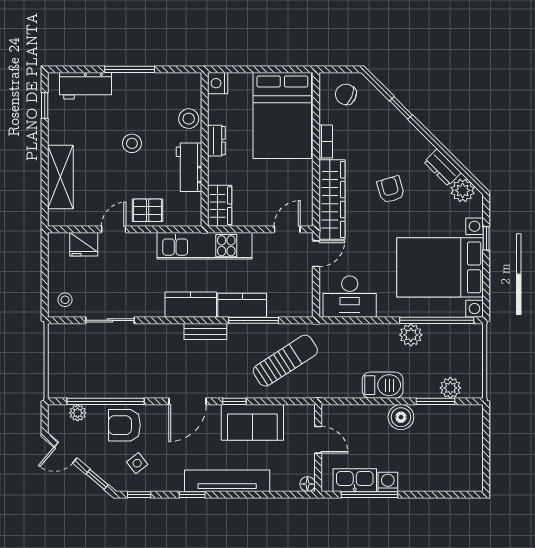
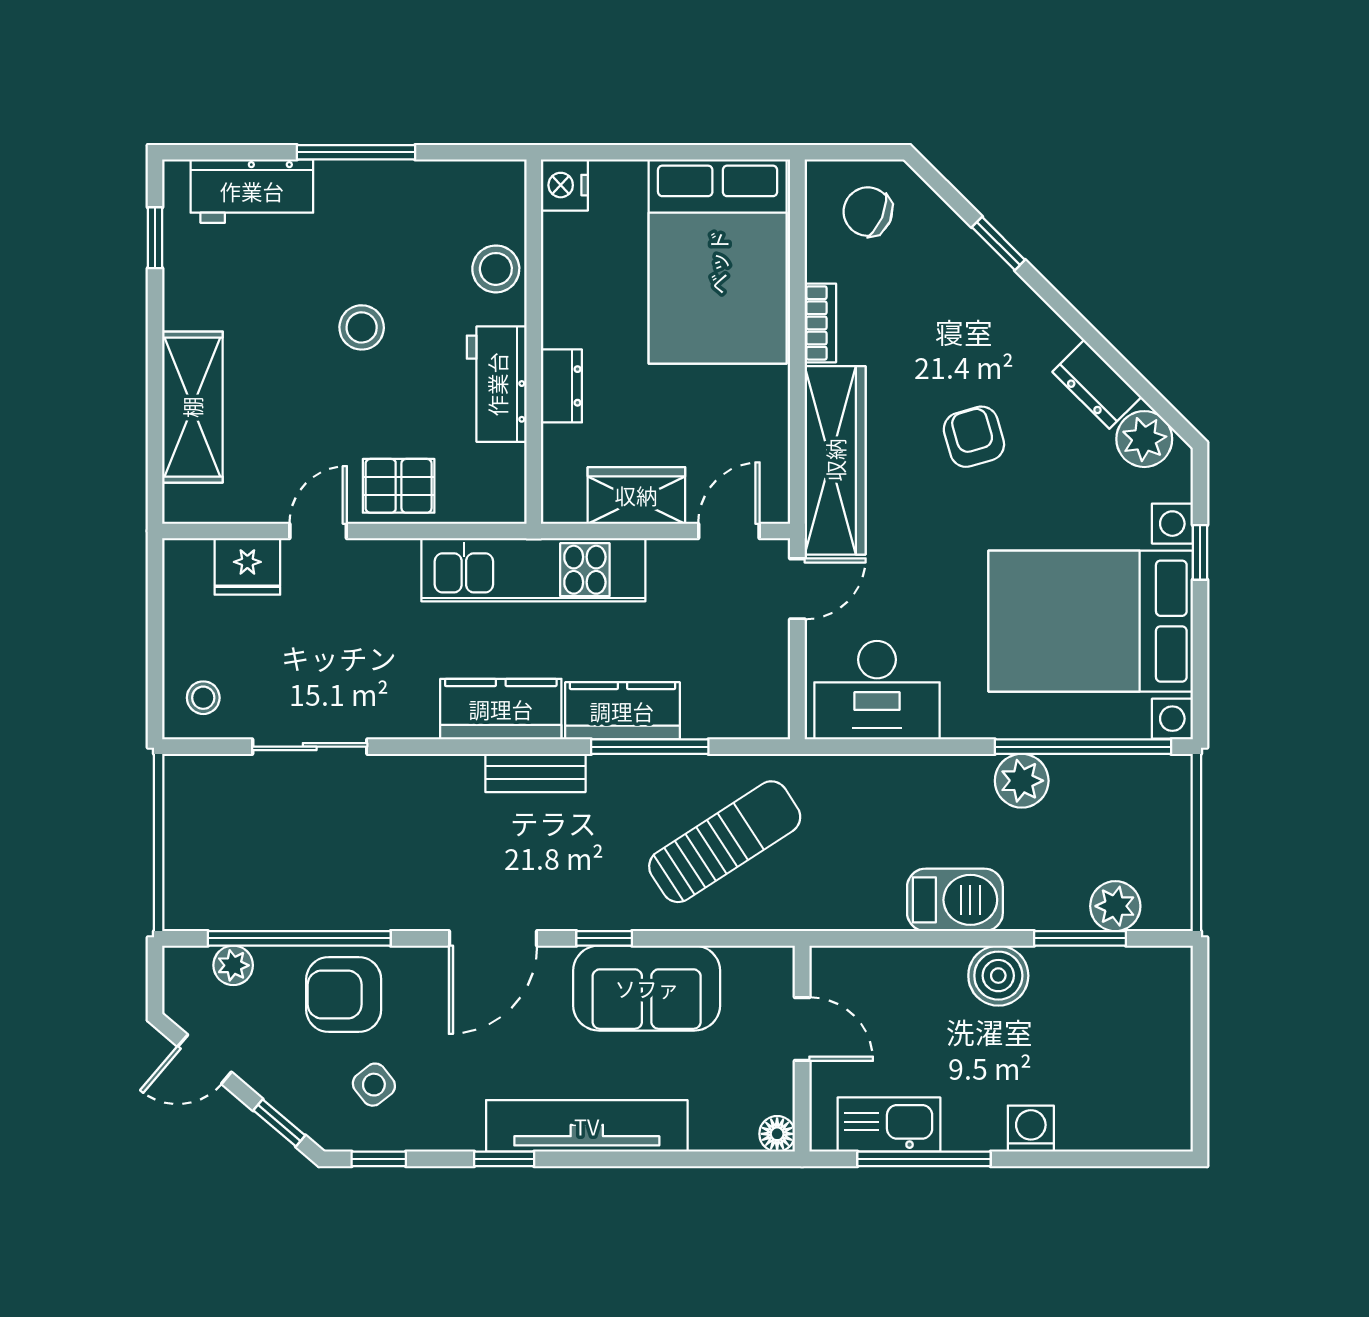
dresser: (216, 141) -> (561, 386), moved
wardrobe: (220, 206) -> (636, 495), moved, turned -90
washing machine: (388, 482) -> (1031, 1129), moved

